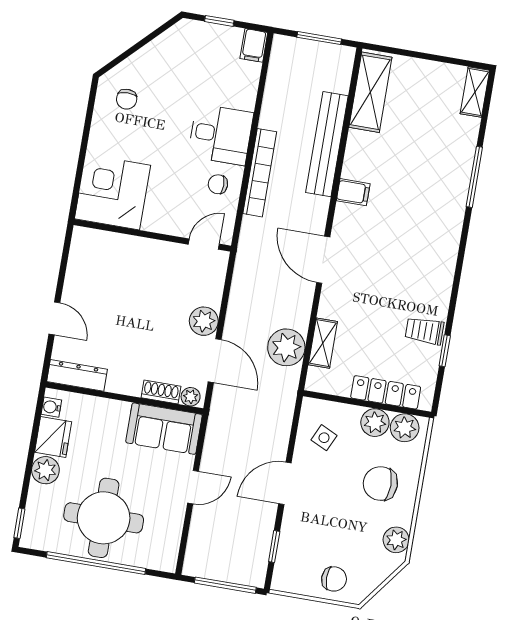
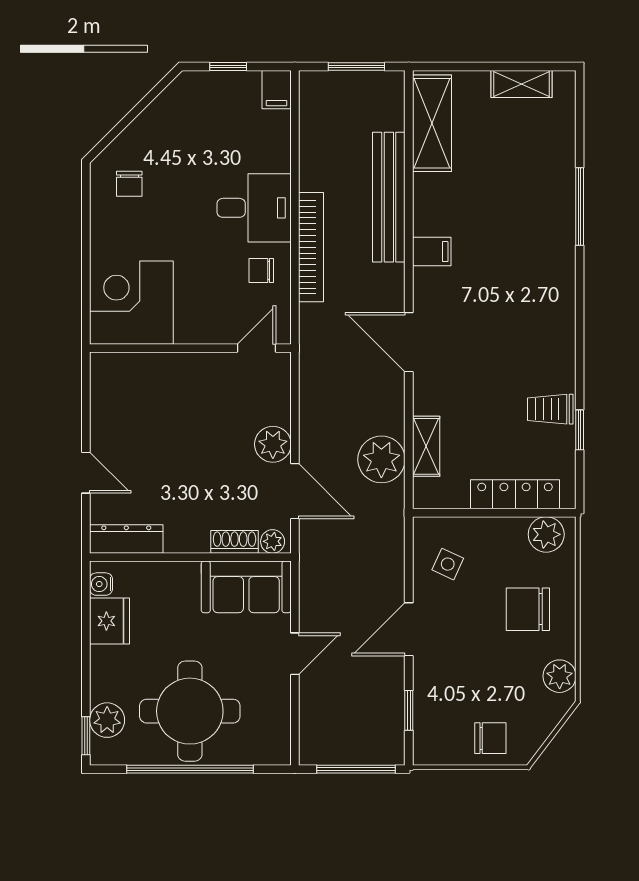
shelving: (475, 92) -> (521, 84), moved, turned 90
plant: (375, 423) -> (508, 534), removed
plant: (45, 470) -> (107, 720), moved

